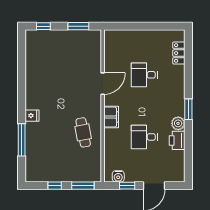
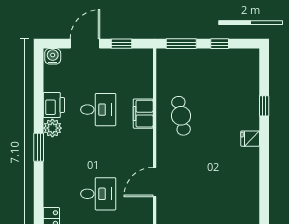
filing cabinet: (111, 117) -> (143, 114), moved
window: (22, 140) -> (264, 106), width x0.46
water cooler: (118, 176) -> (53, 56), moved

